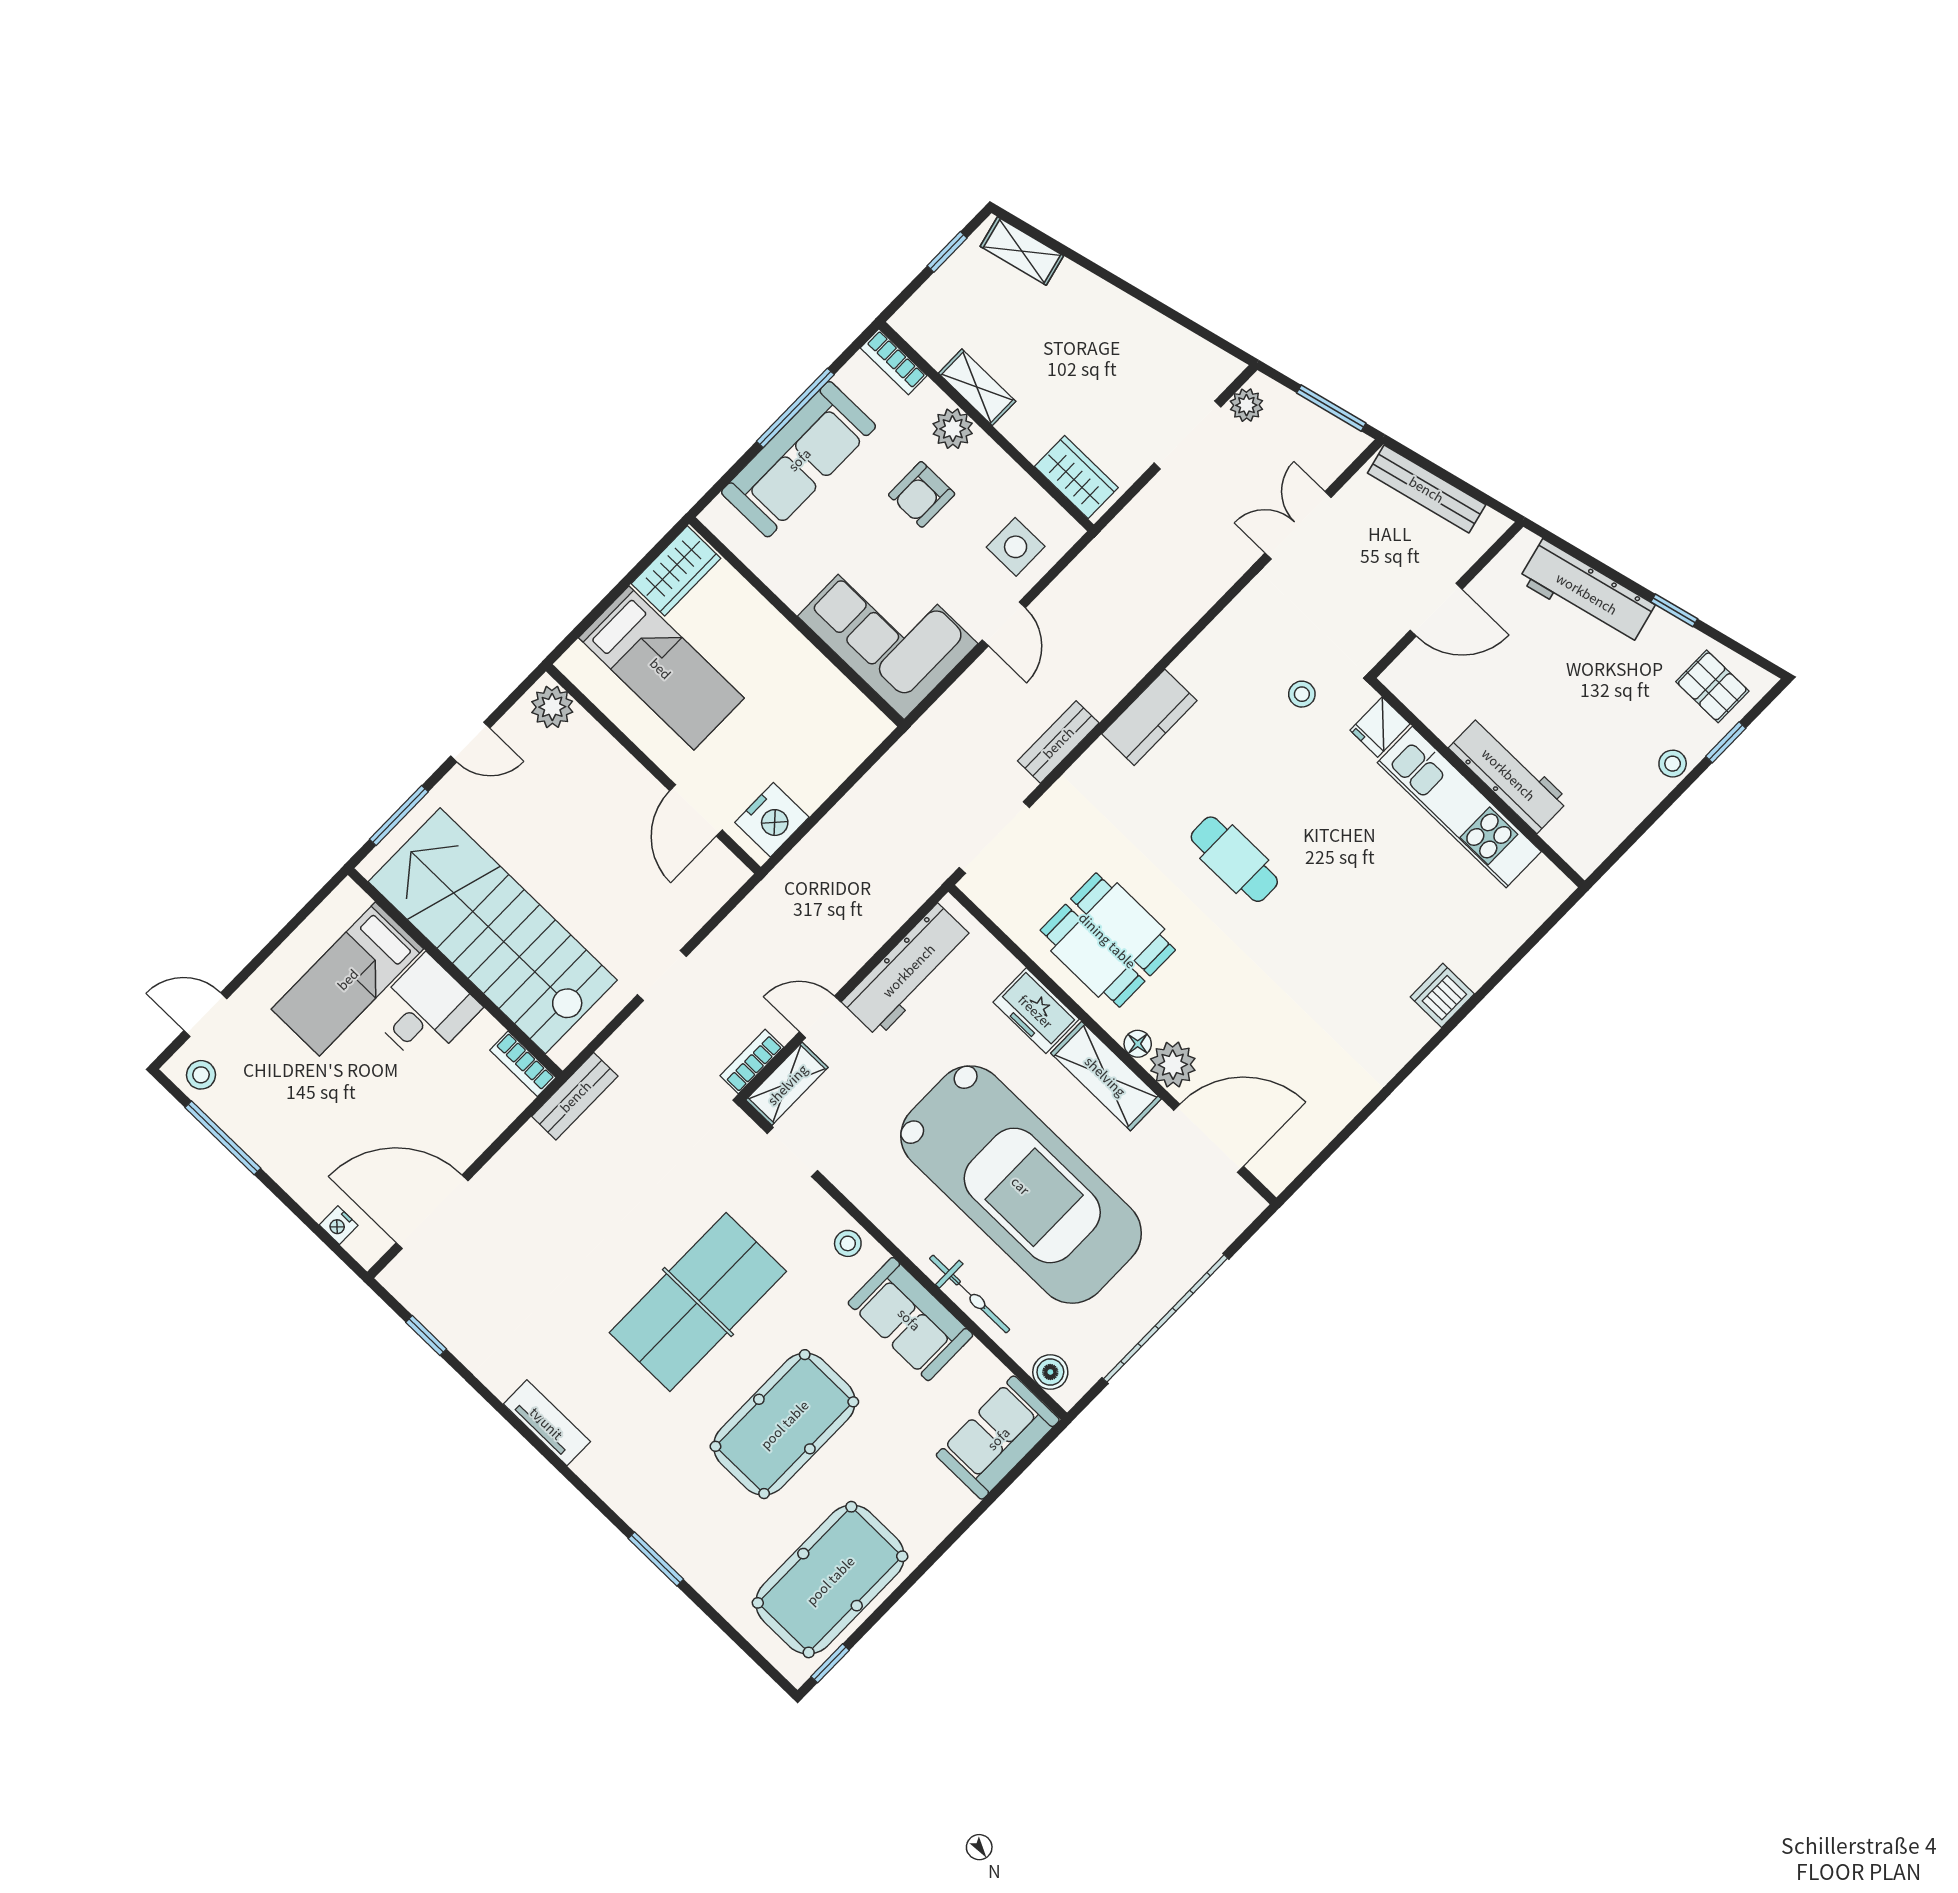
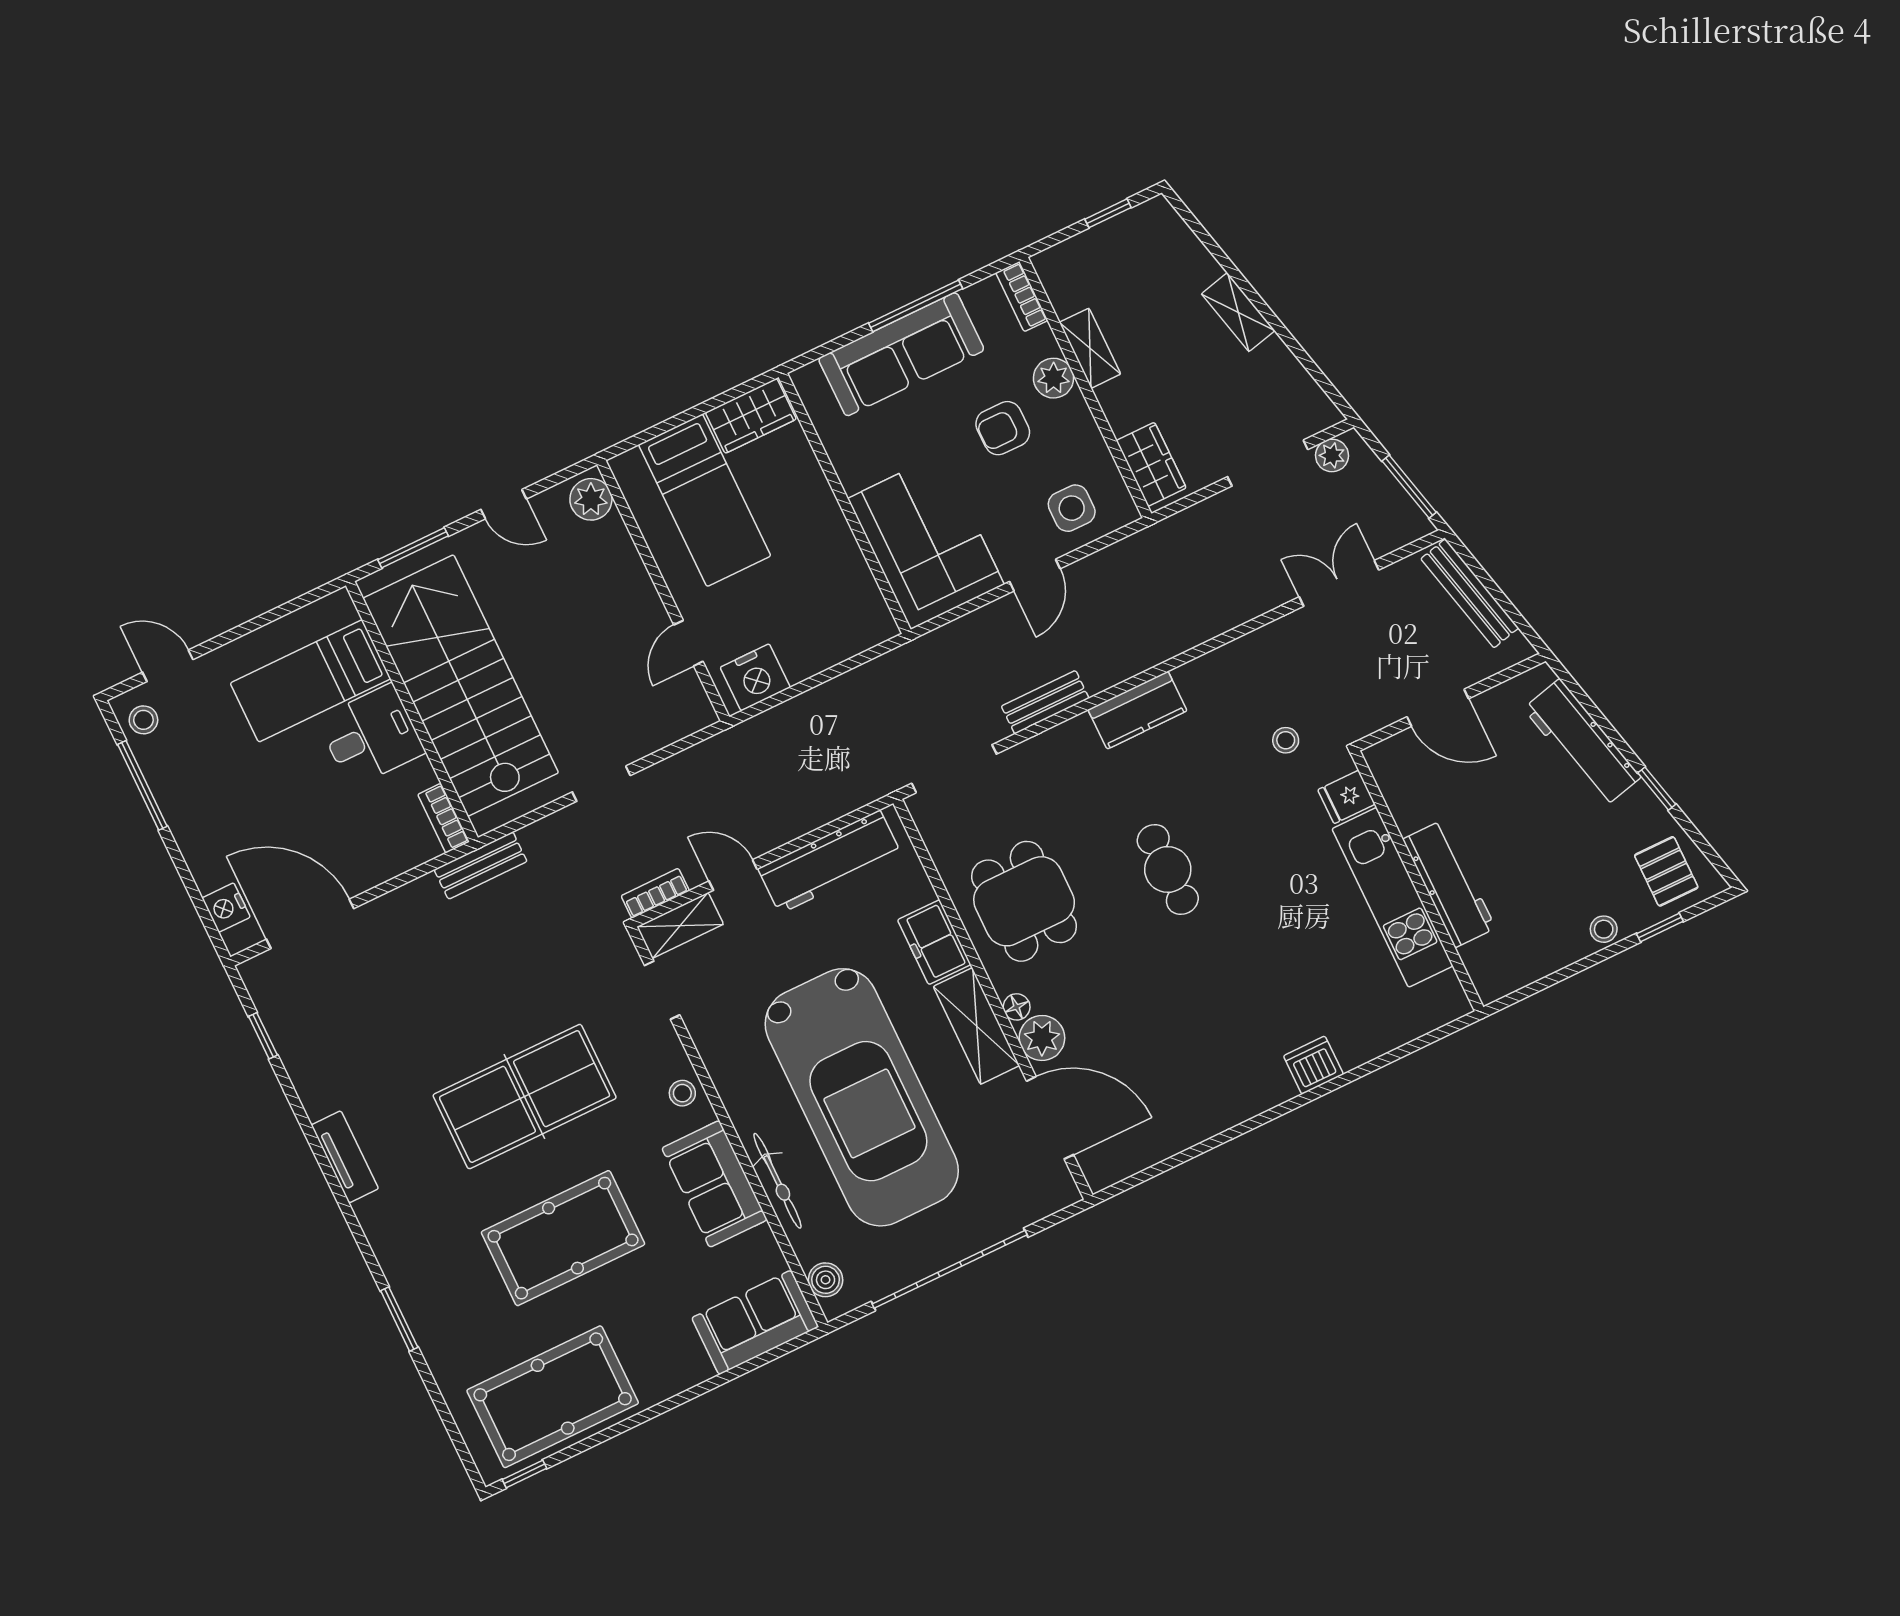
shelving: (1022, 251) -> (1238, 312), moved
door: (696, 810) -> (688, 643), width x0.73
nightstand: (339, 1225) -> (226, 908), width x1.39, depth x1.35

